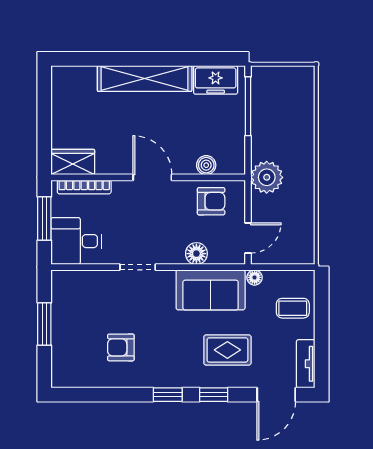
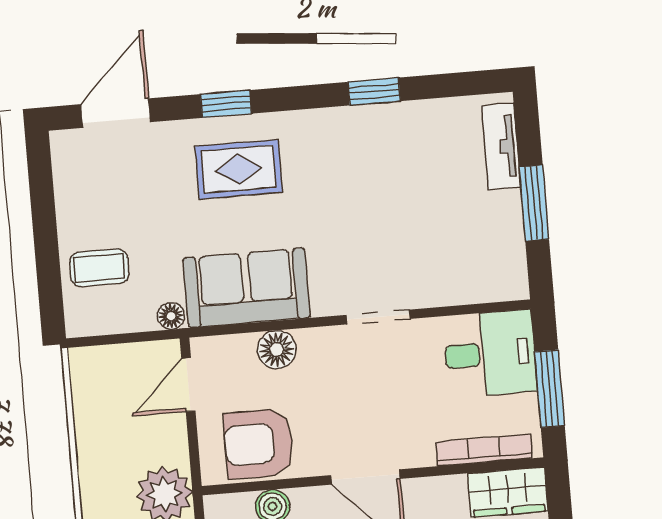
armchair: (211, 201) -> (259, 444), width x1.38, depth x1.38
armchair: (121, 347) -> (396, 173), removed
rug: (227, 350) -> (239, 169), moved
tv unit: (306, 364) -> (501, 146), moved, turned 180
window: (168, 395) -> (374, 91), moved

